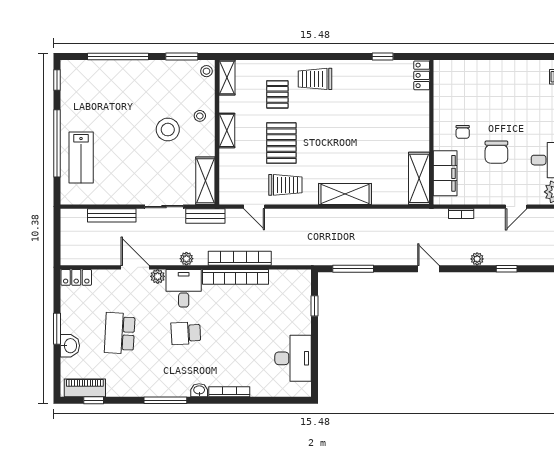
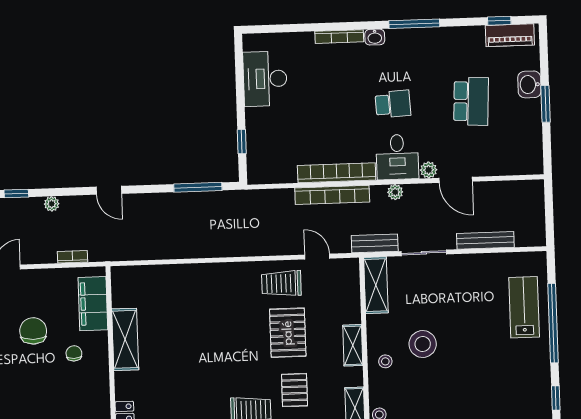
shelving: (419, 178) -> (125, 339), moved
shelving: (345, 194) -> (210, 275), removed
locker: (76, 277) -> (525, 165), removed

